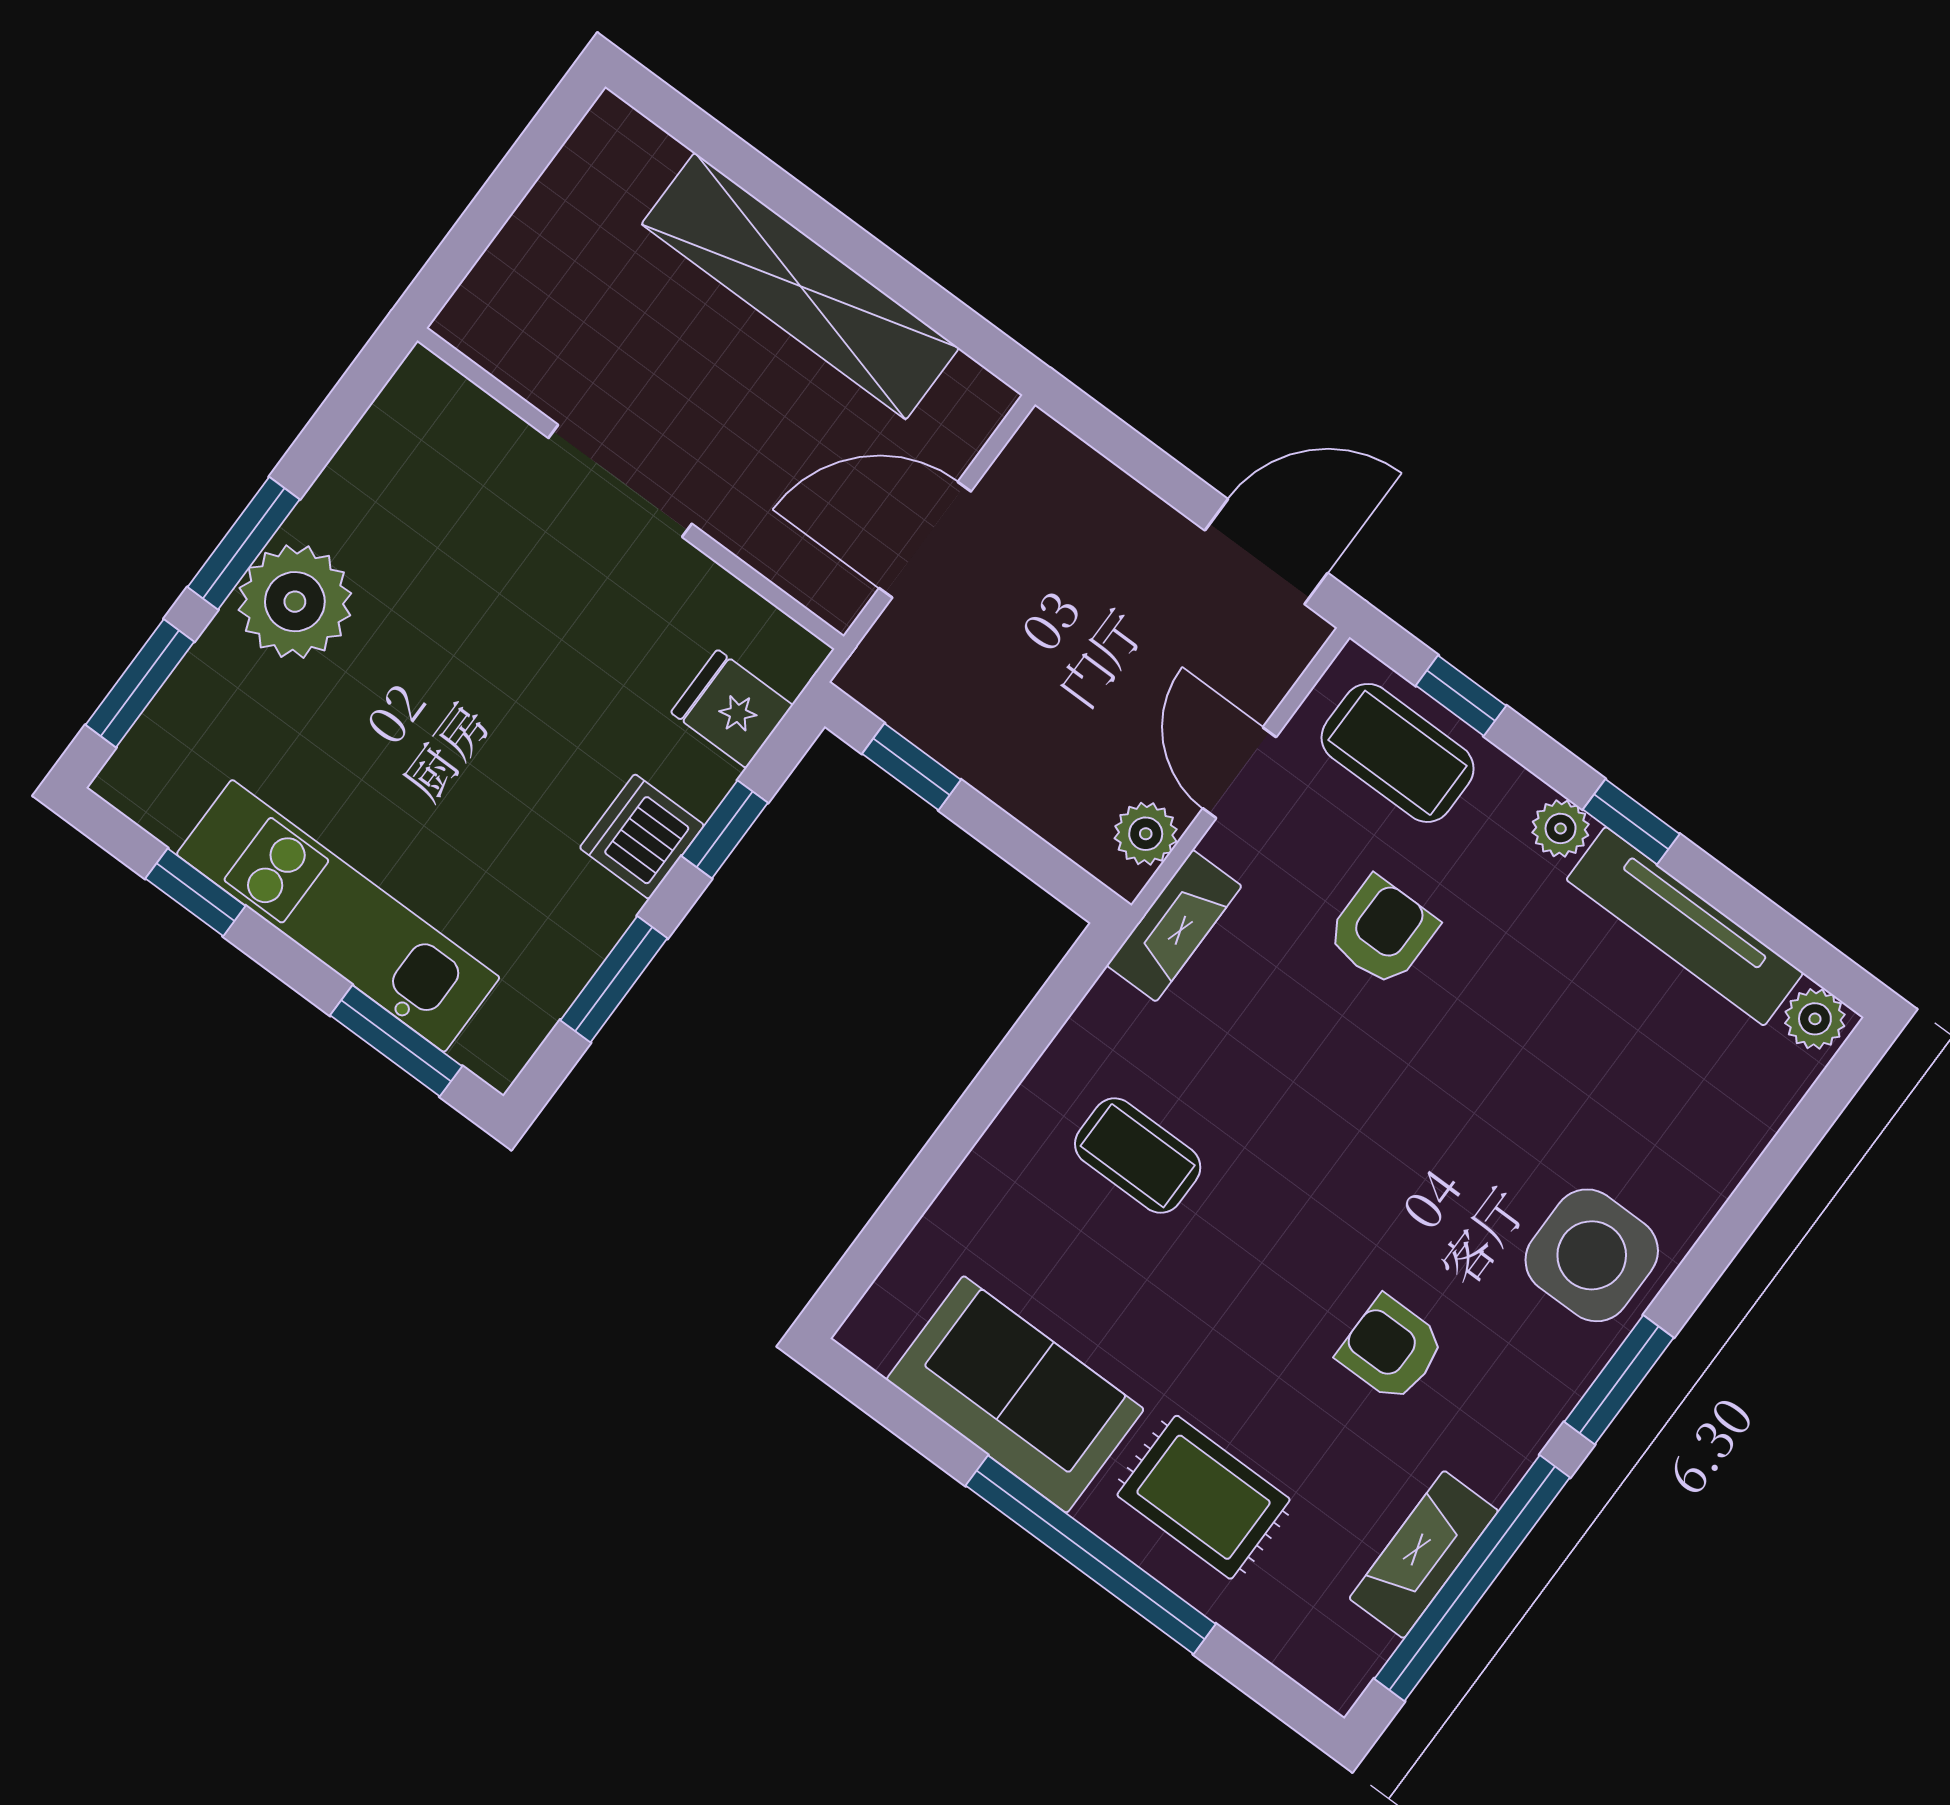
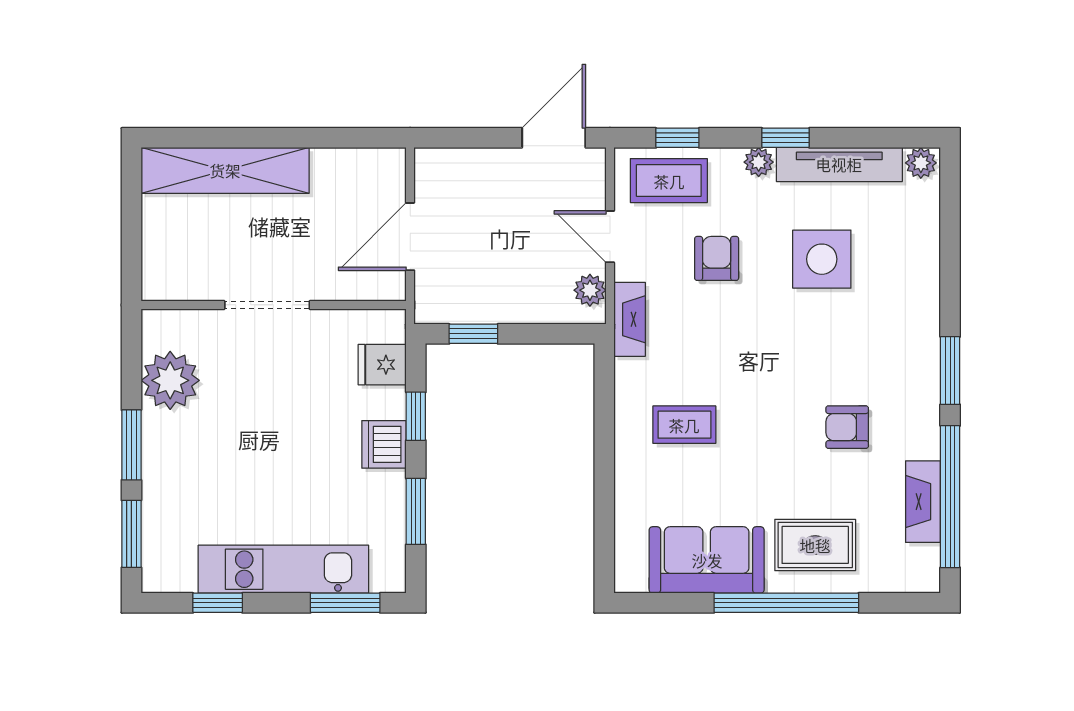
shelving: (800, 286) -> (225, 170), moved
plant: (295, 602) -> (170, 380), moved
side table: (1592, 1255) -> (822, 259), moved

